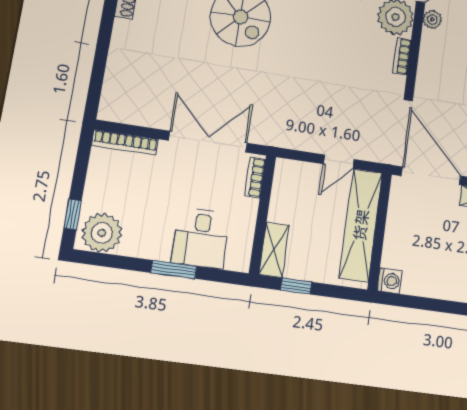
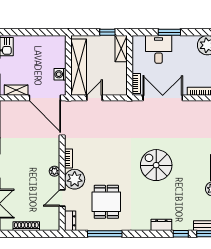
plant: (432, 20) -> (54, 171), moved
double door: (208, 142) -> (163, 98), swing flipped
washing machine: (390, 281) -> (60, 74), moved

